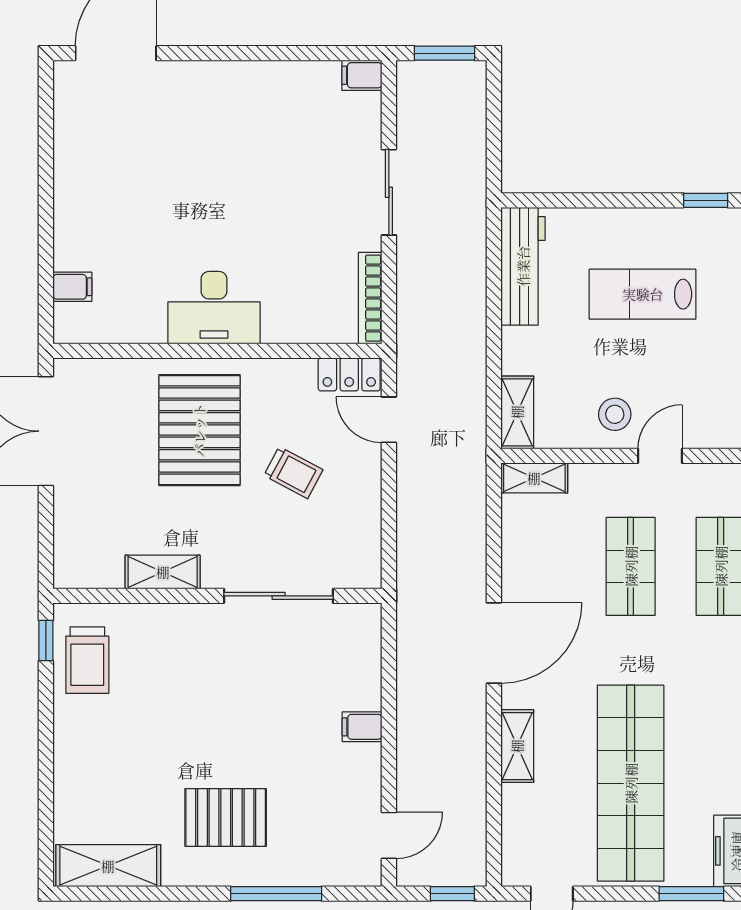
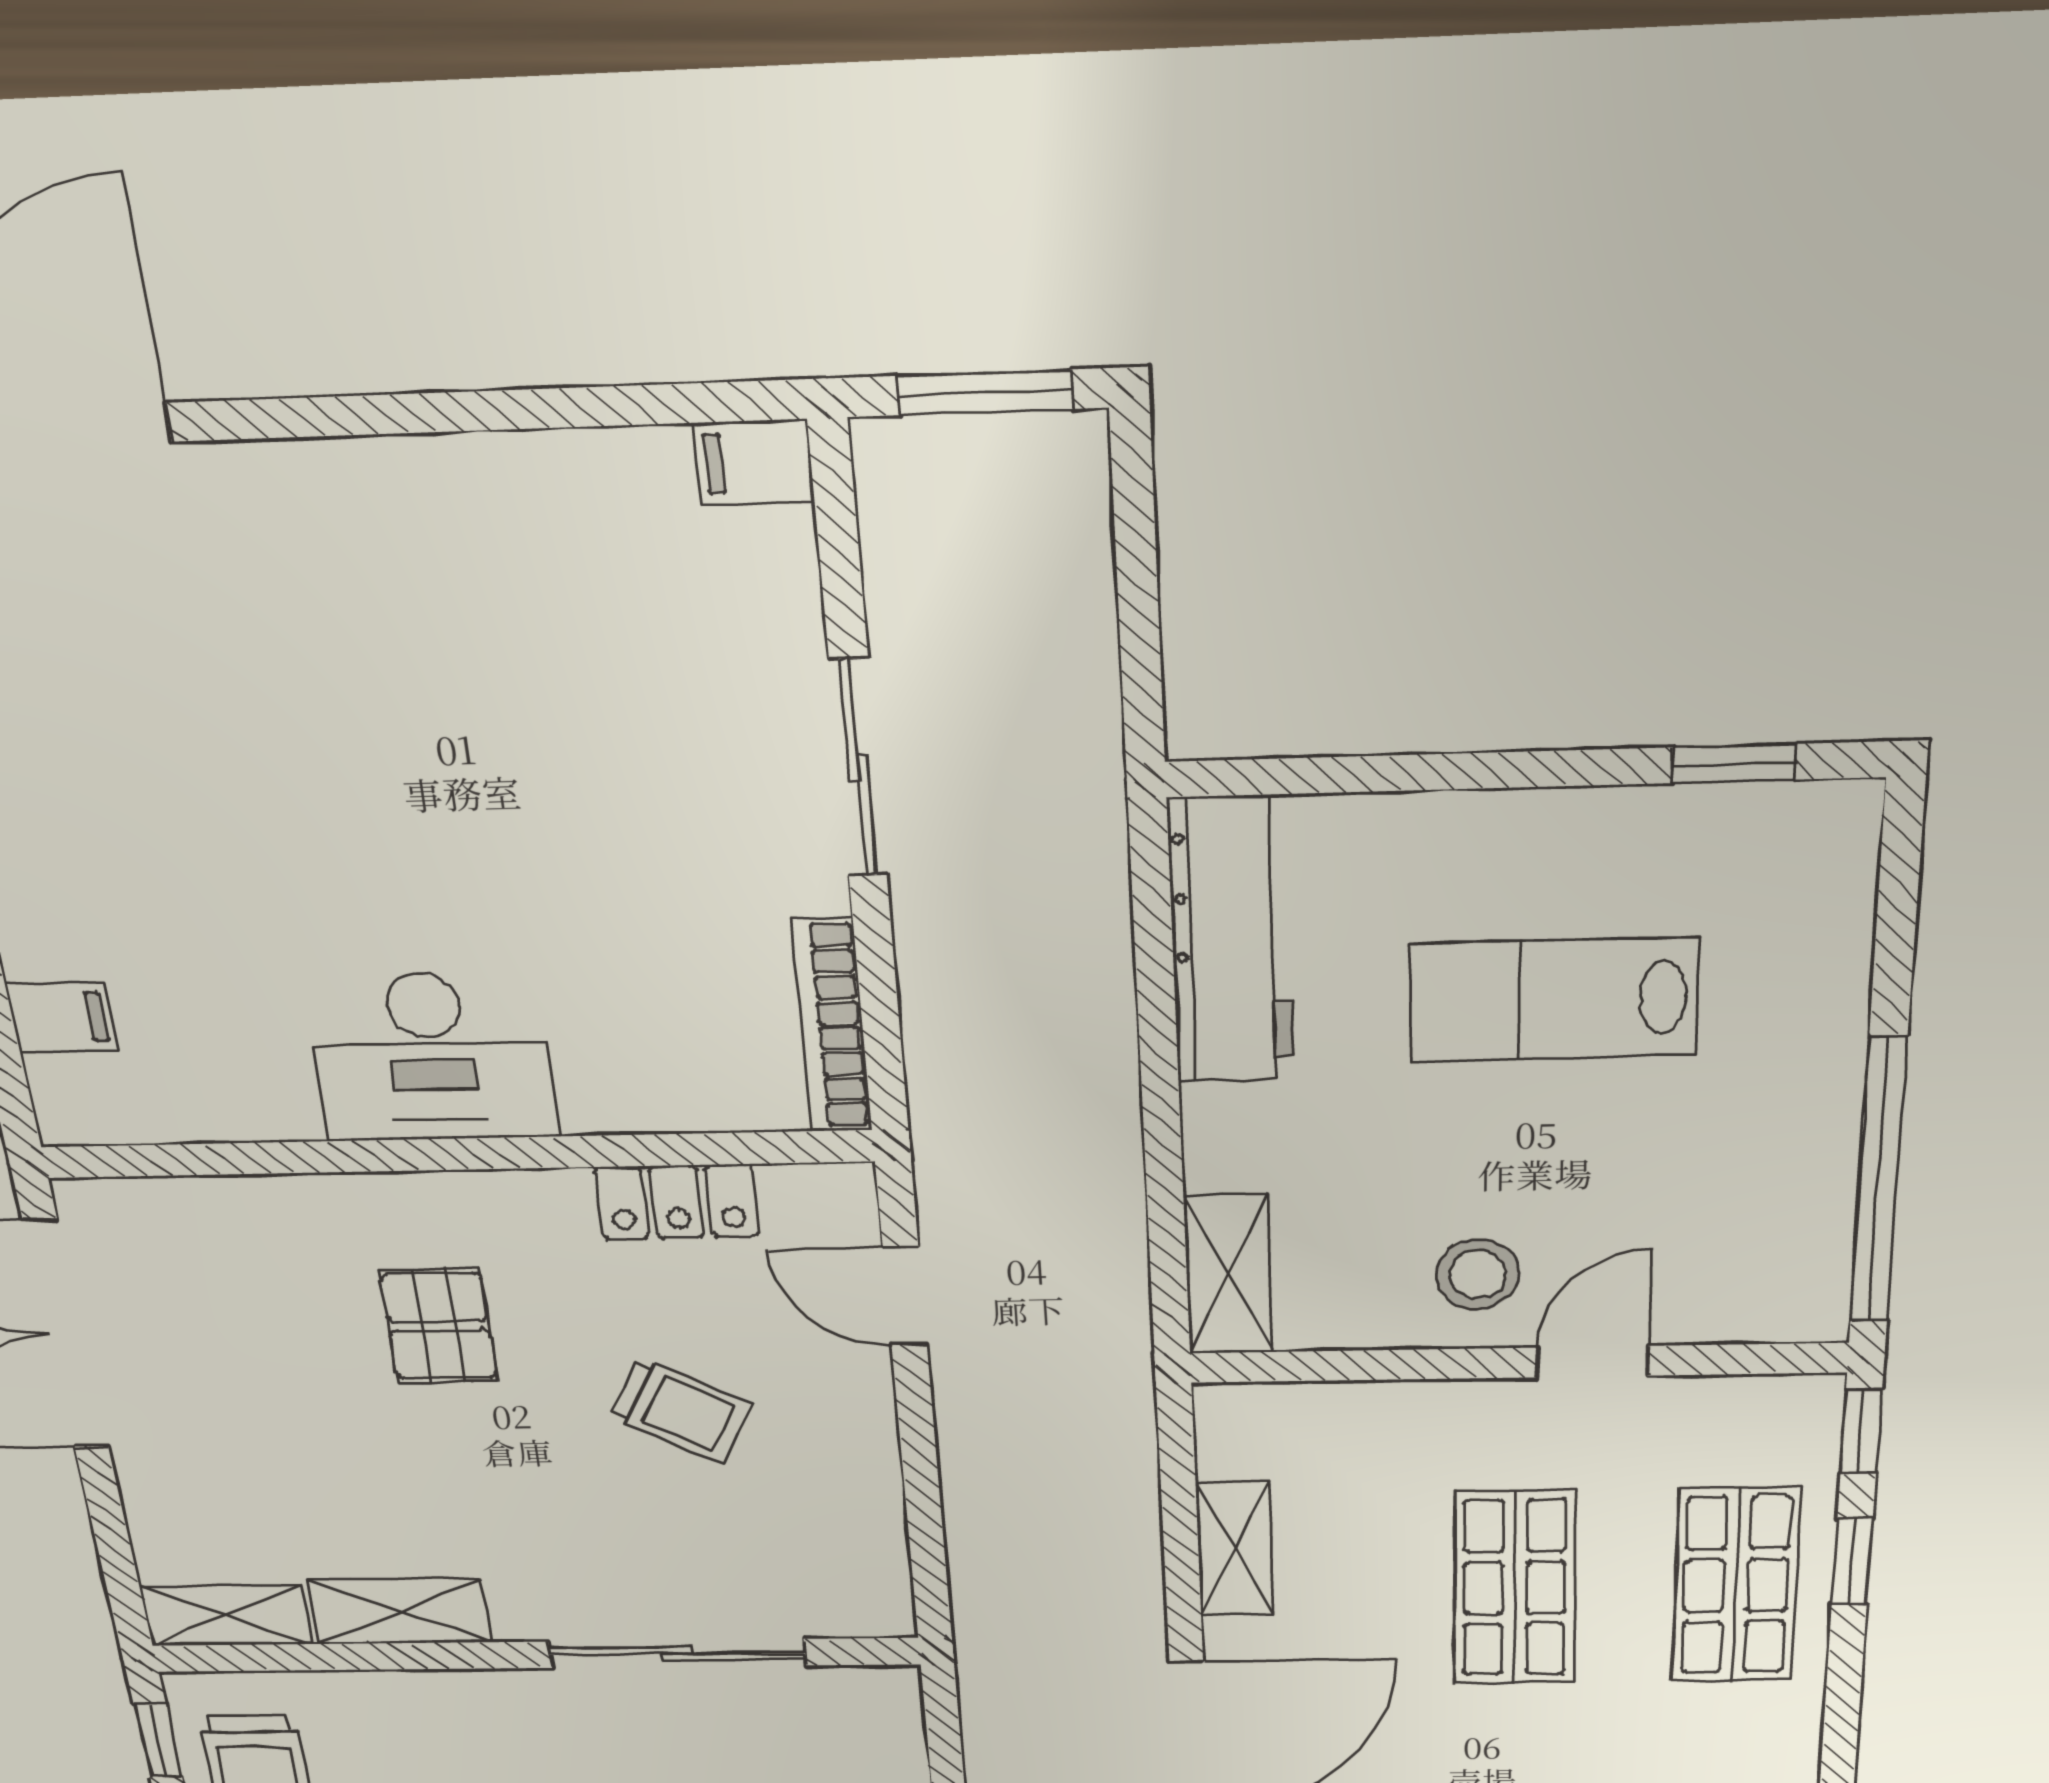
locker: (349, 374) -> (677, 1202), moved
pallet: (199, 430) -> (439, 1326), width x0.49, depth x0.50
shelving: (534, 478) -> (1235, 1549), moved, turned 90
shelving: (88, 573) -> (226, 1615), added

